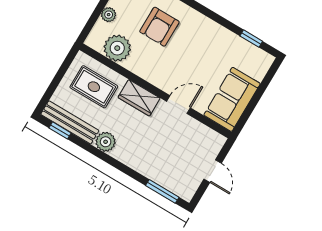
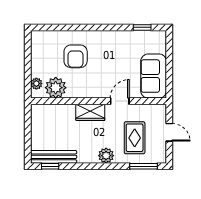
plant: (109, 15) -> (36, 84), moved
rug: (94, 87) -> (135, 138), moved, turned 90
plant: (106, 142) -> (106, 156), moved

